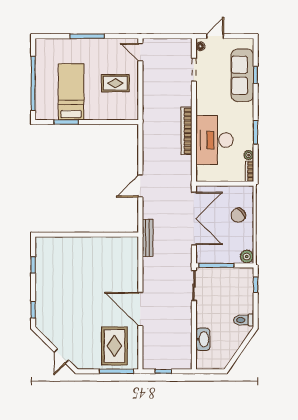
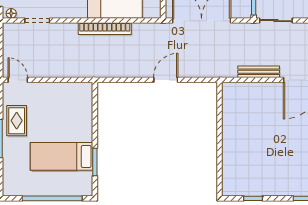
door: (140, 52) -> (18, 80), swing flipped
rug: (115, 83) -> (17, 121), moved
door: (140, 186) -> (166, 80), swing flipped
bench: (148, 238) -> (259, 72), moved

